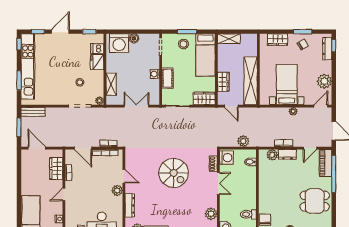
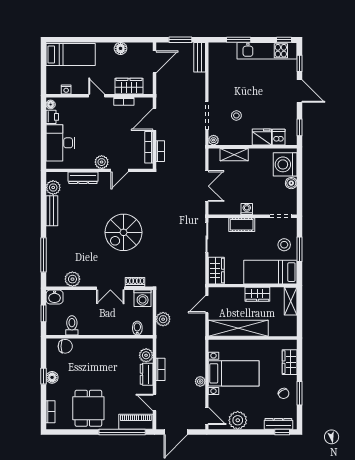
kitchen unit: (28, 66) -> (267, 51), width x0.73
wardrobe: (223, 82) -> (257, 294), moved
floor lamp: (26, 175) -> (121, 48), added

